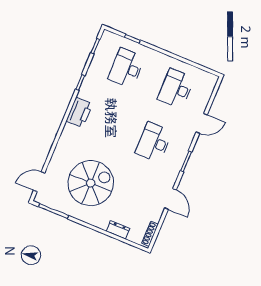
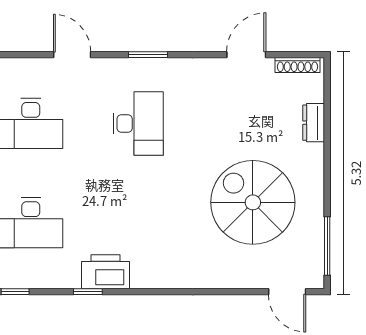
printer: (79, 112) -> (105, 272), moved
desk: (154, 142) -> (138, 124), turned -90
door: (170, 199) -> (246, 55), moved

